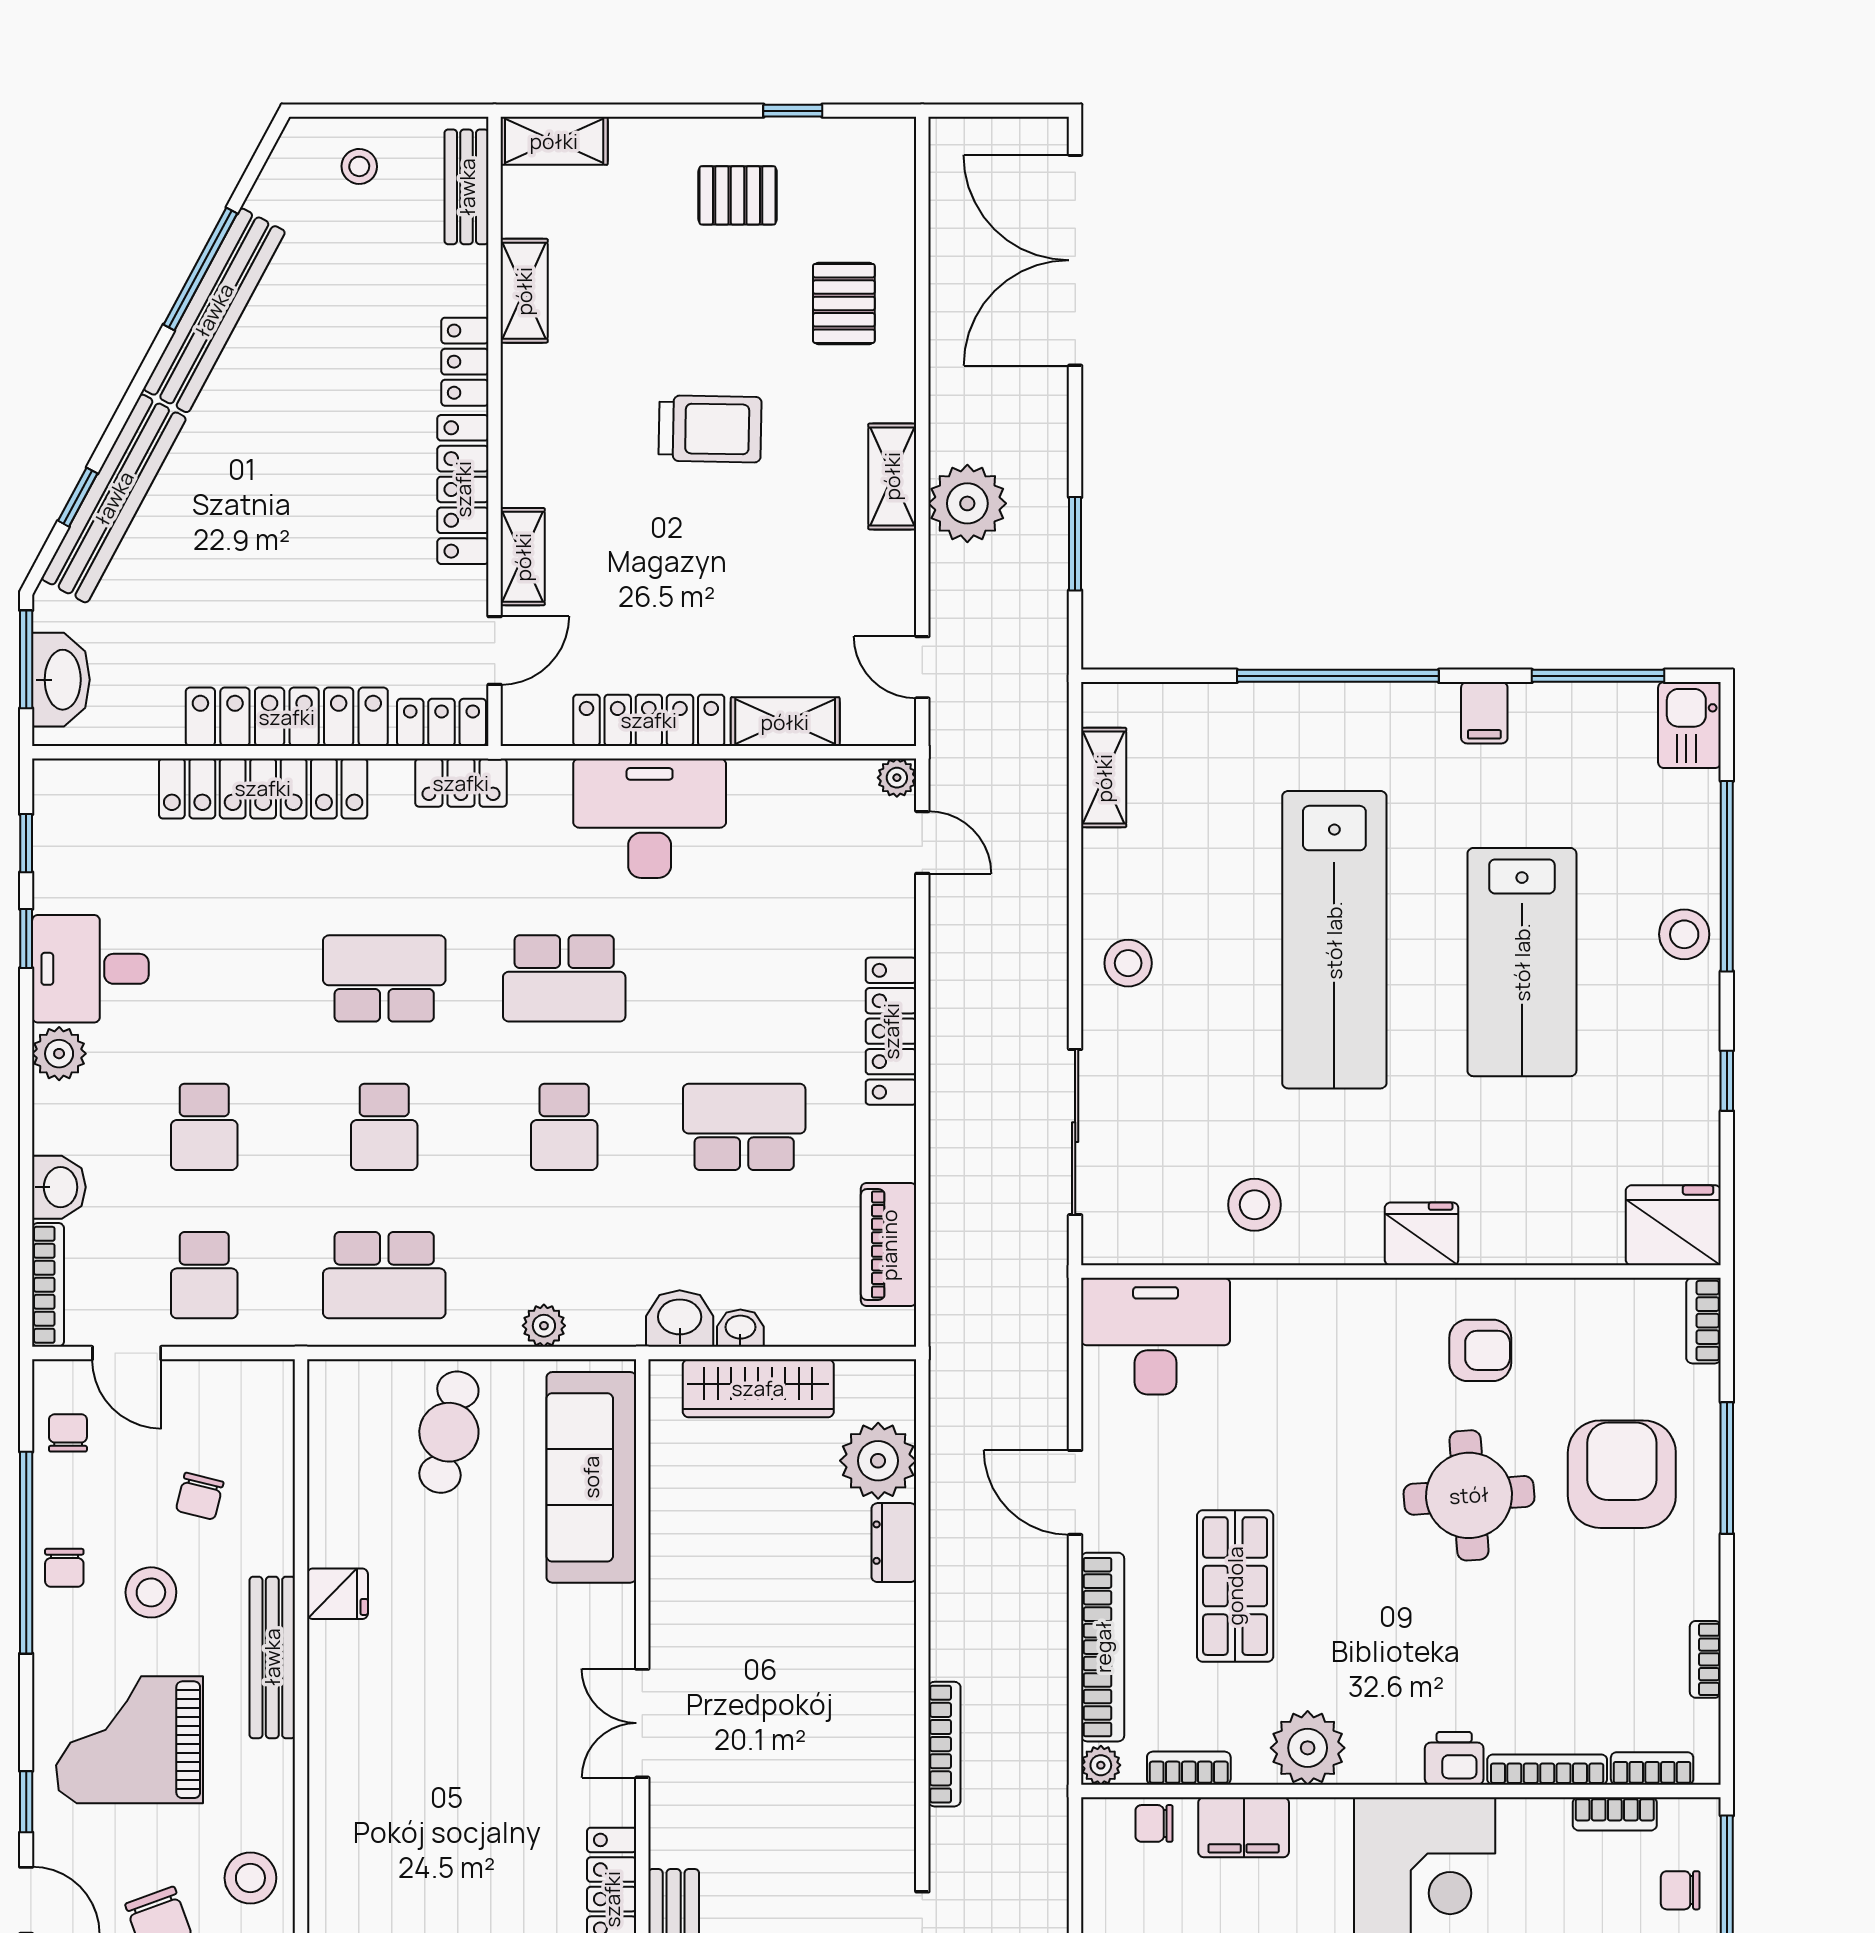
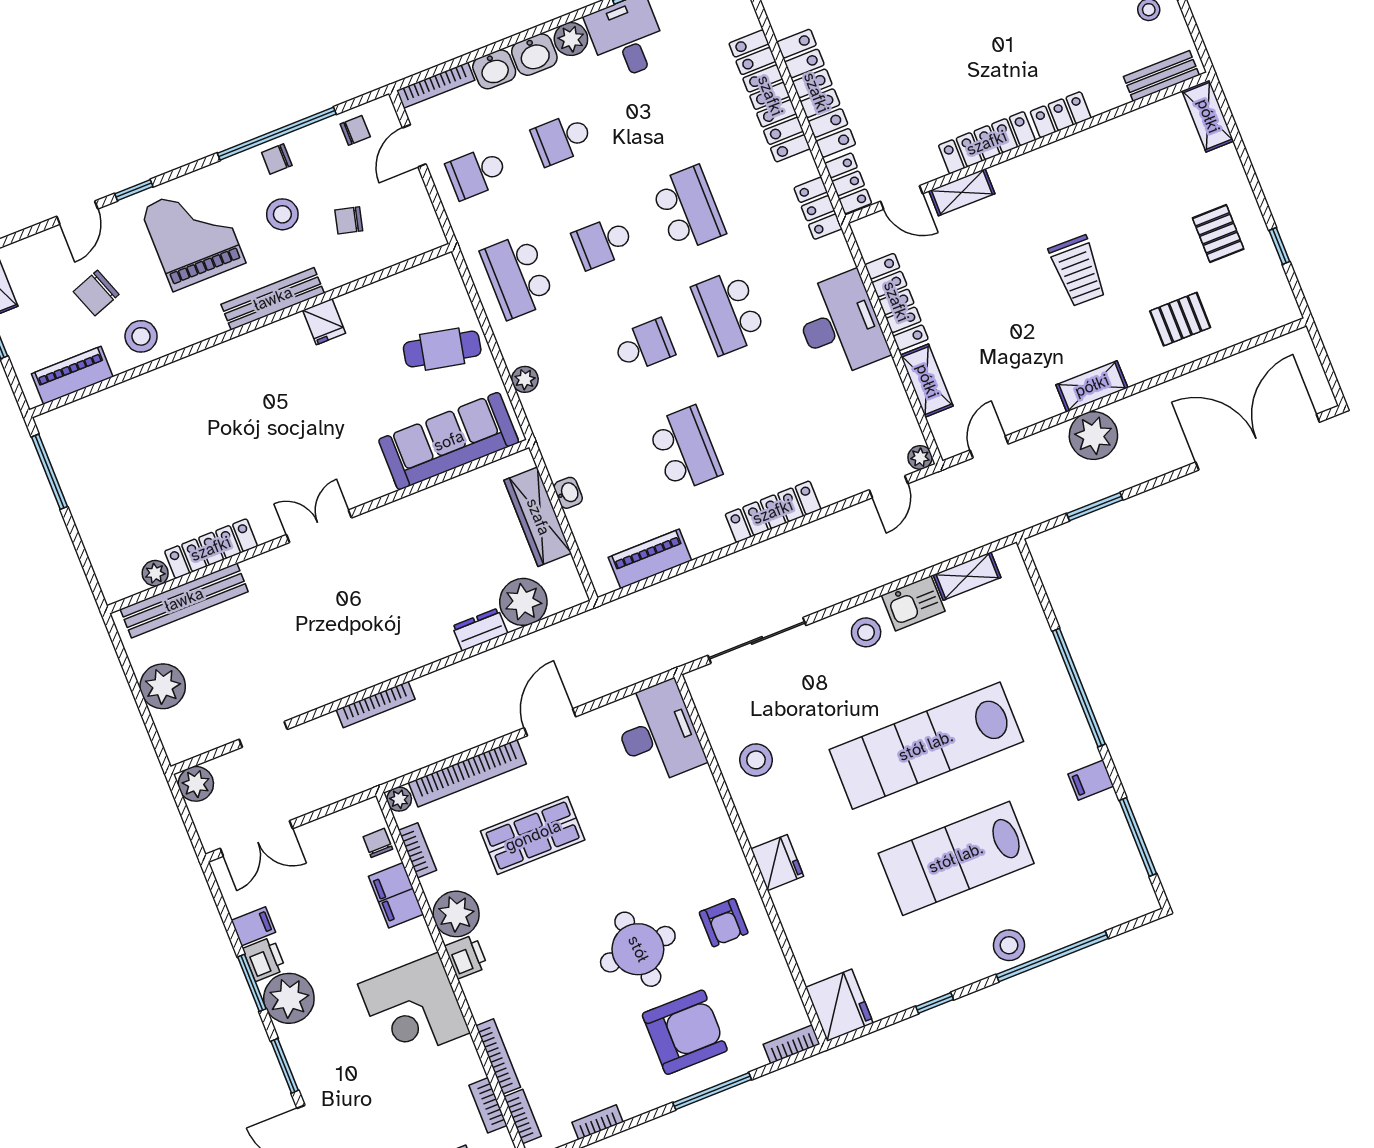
shelving: (524, 291) -> (1115, 133), removed
kitchen sink: (1689, 725) -> (913, 603), moved, turned 180
school desk: (564, 1127) -> (644, 346), turned 180
washbasin: (680, 1319) -> (534, 55), moved, turned 90
printer: (1454, 1758) -> (466, 957), moved

